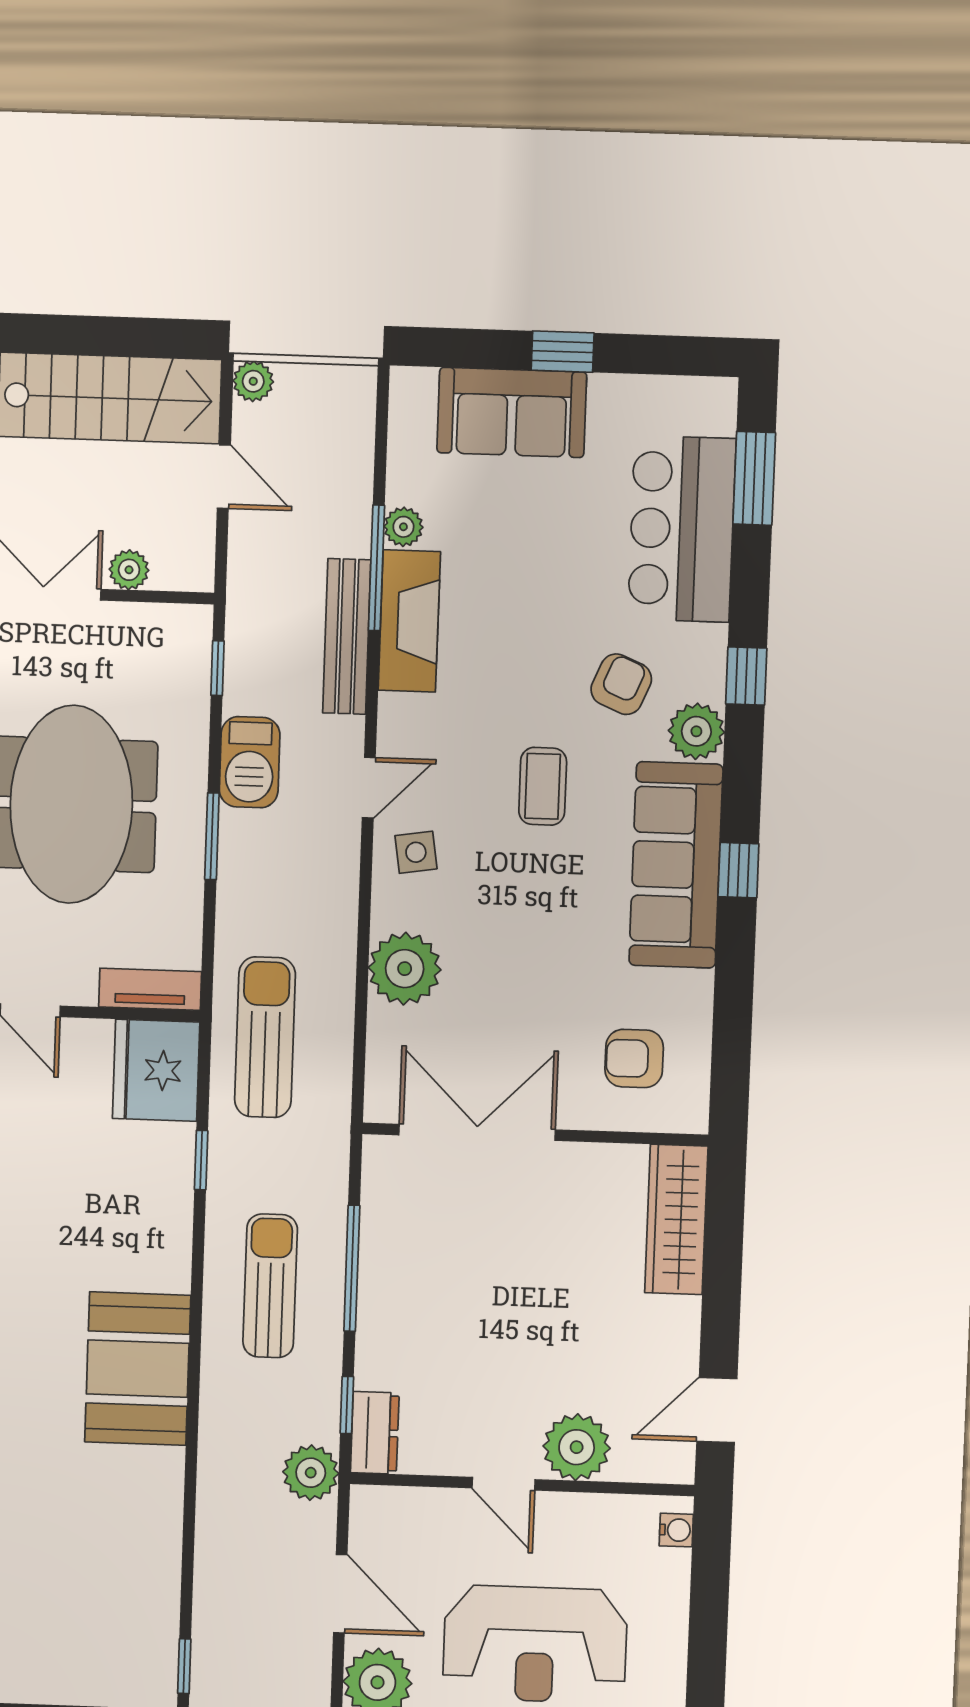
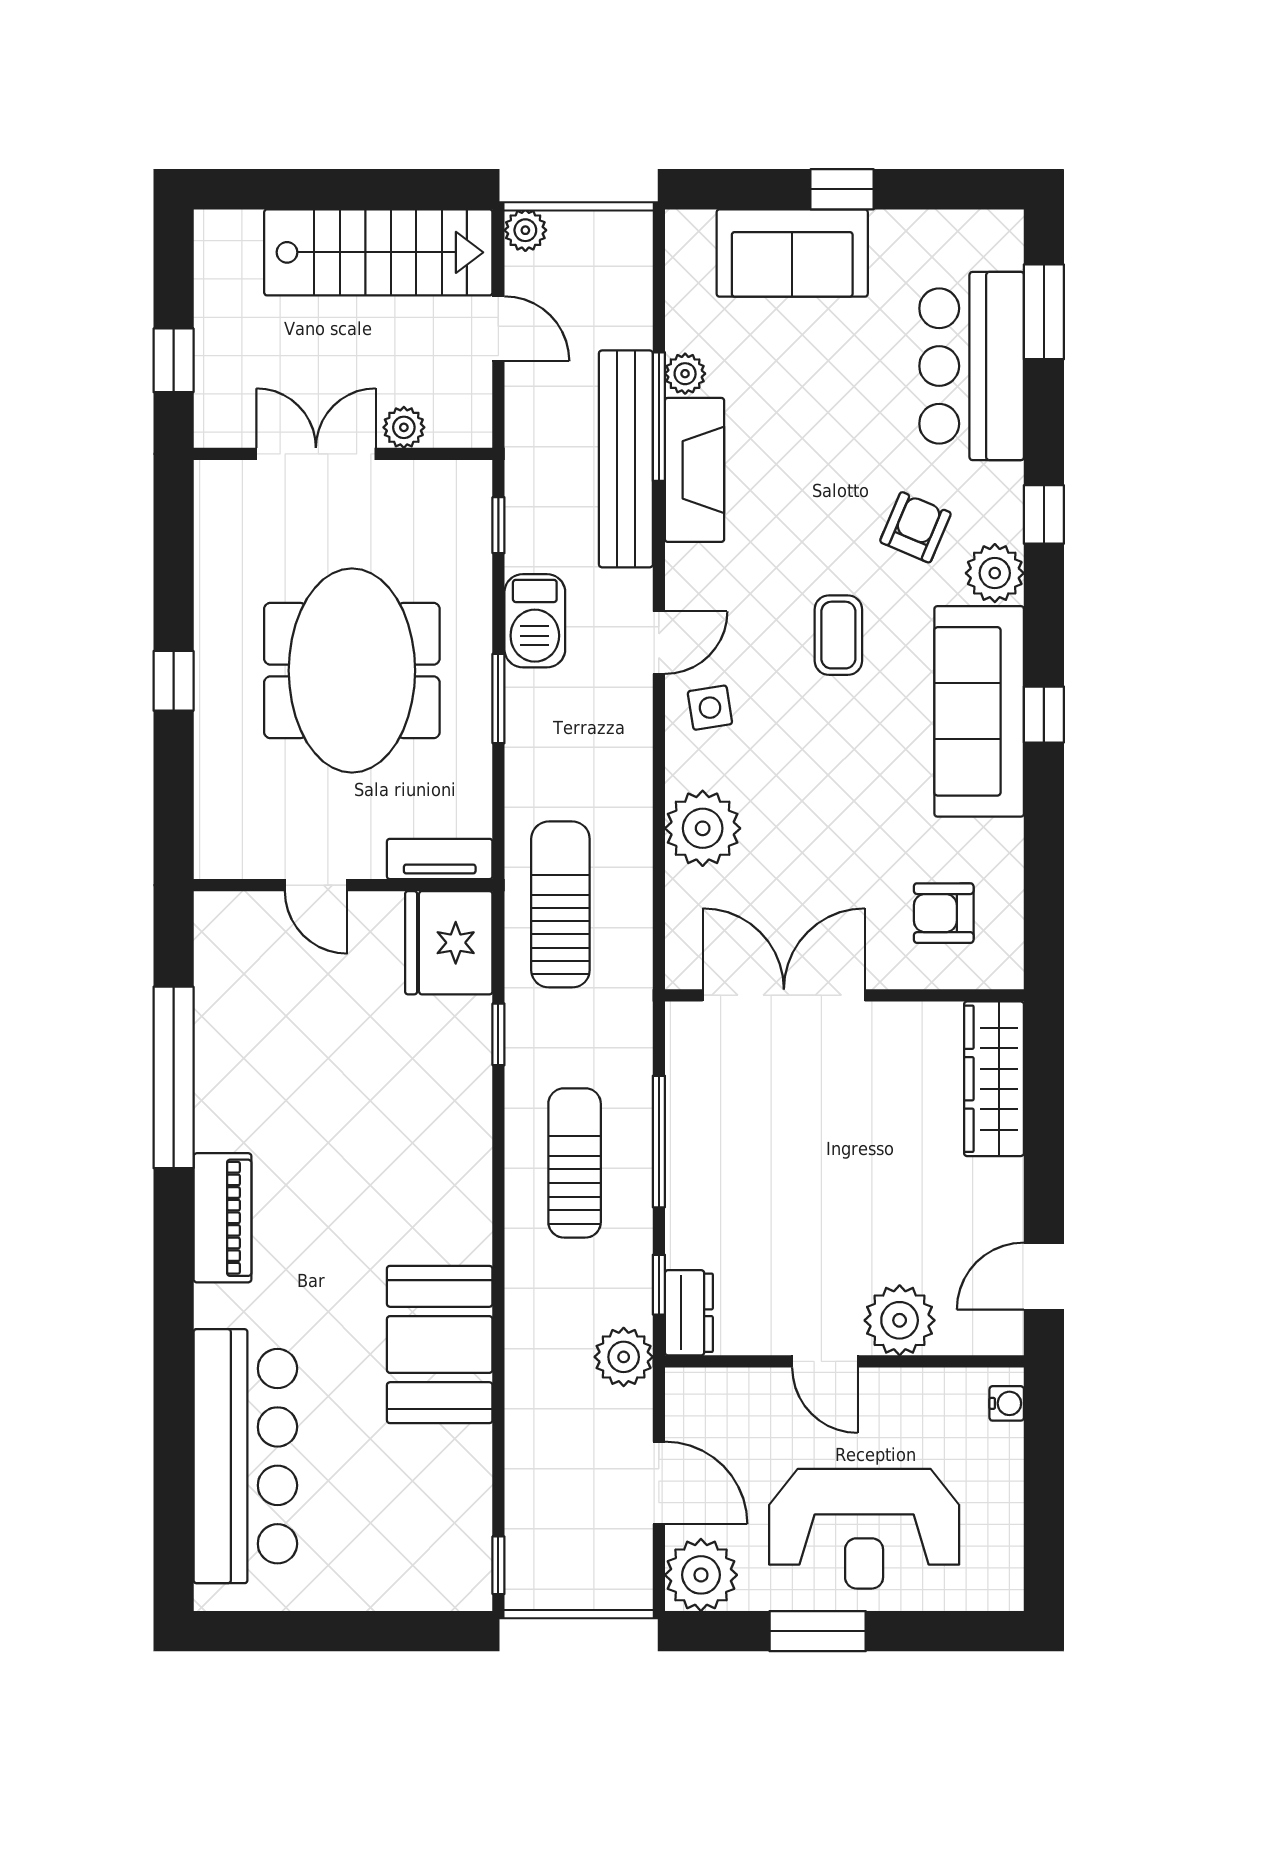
bench: (347, 636) -> (626, 459), width x1.37, depth x1.21
booth: (138, 1369) -> (440, 1344), moved

